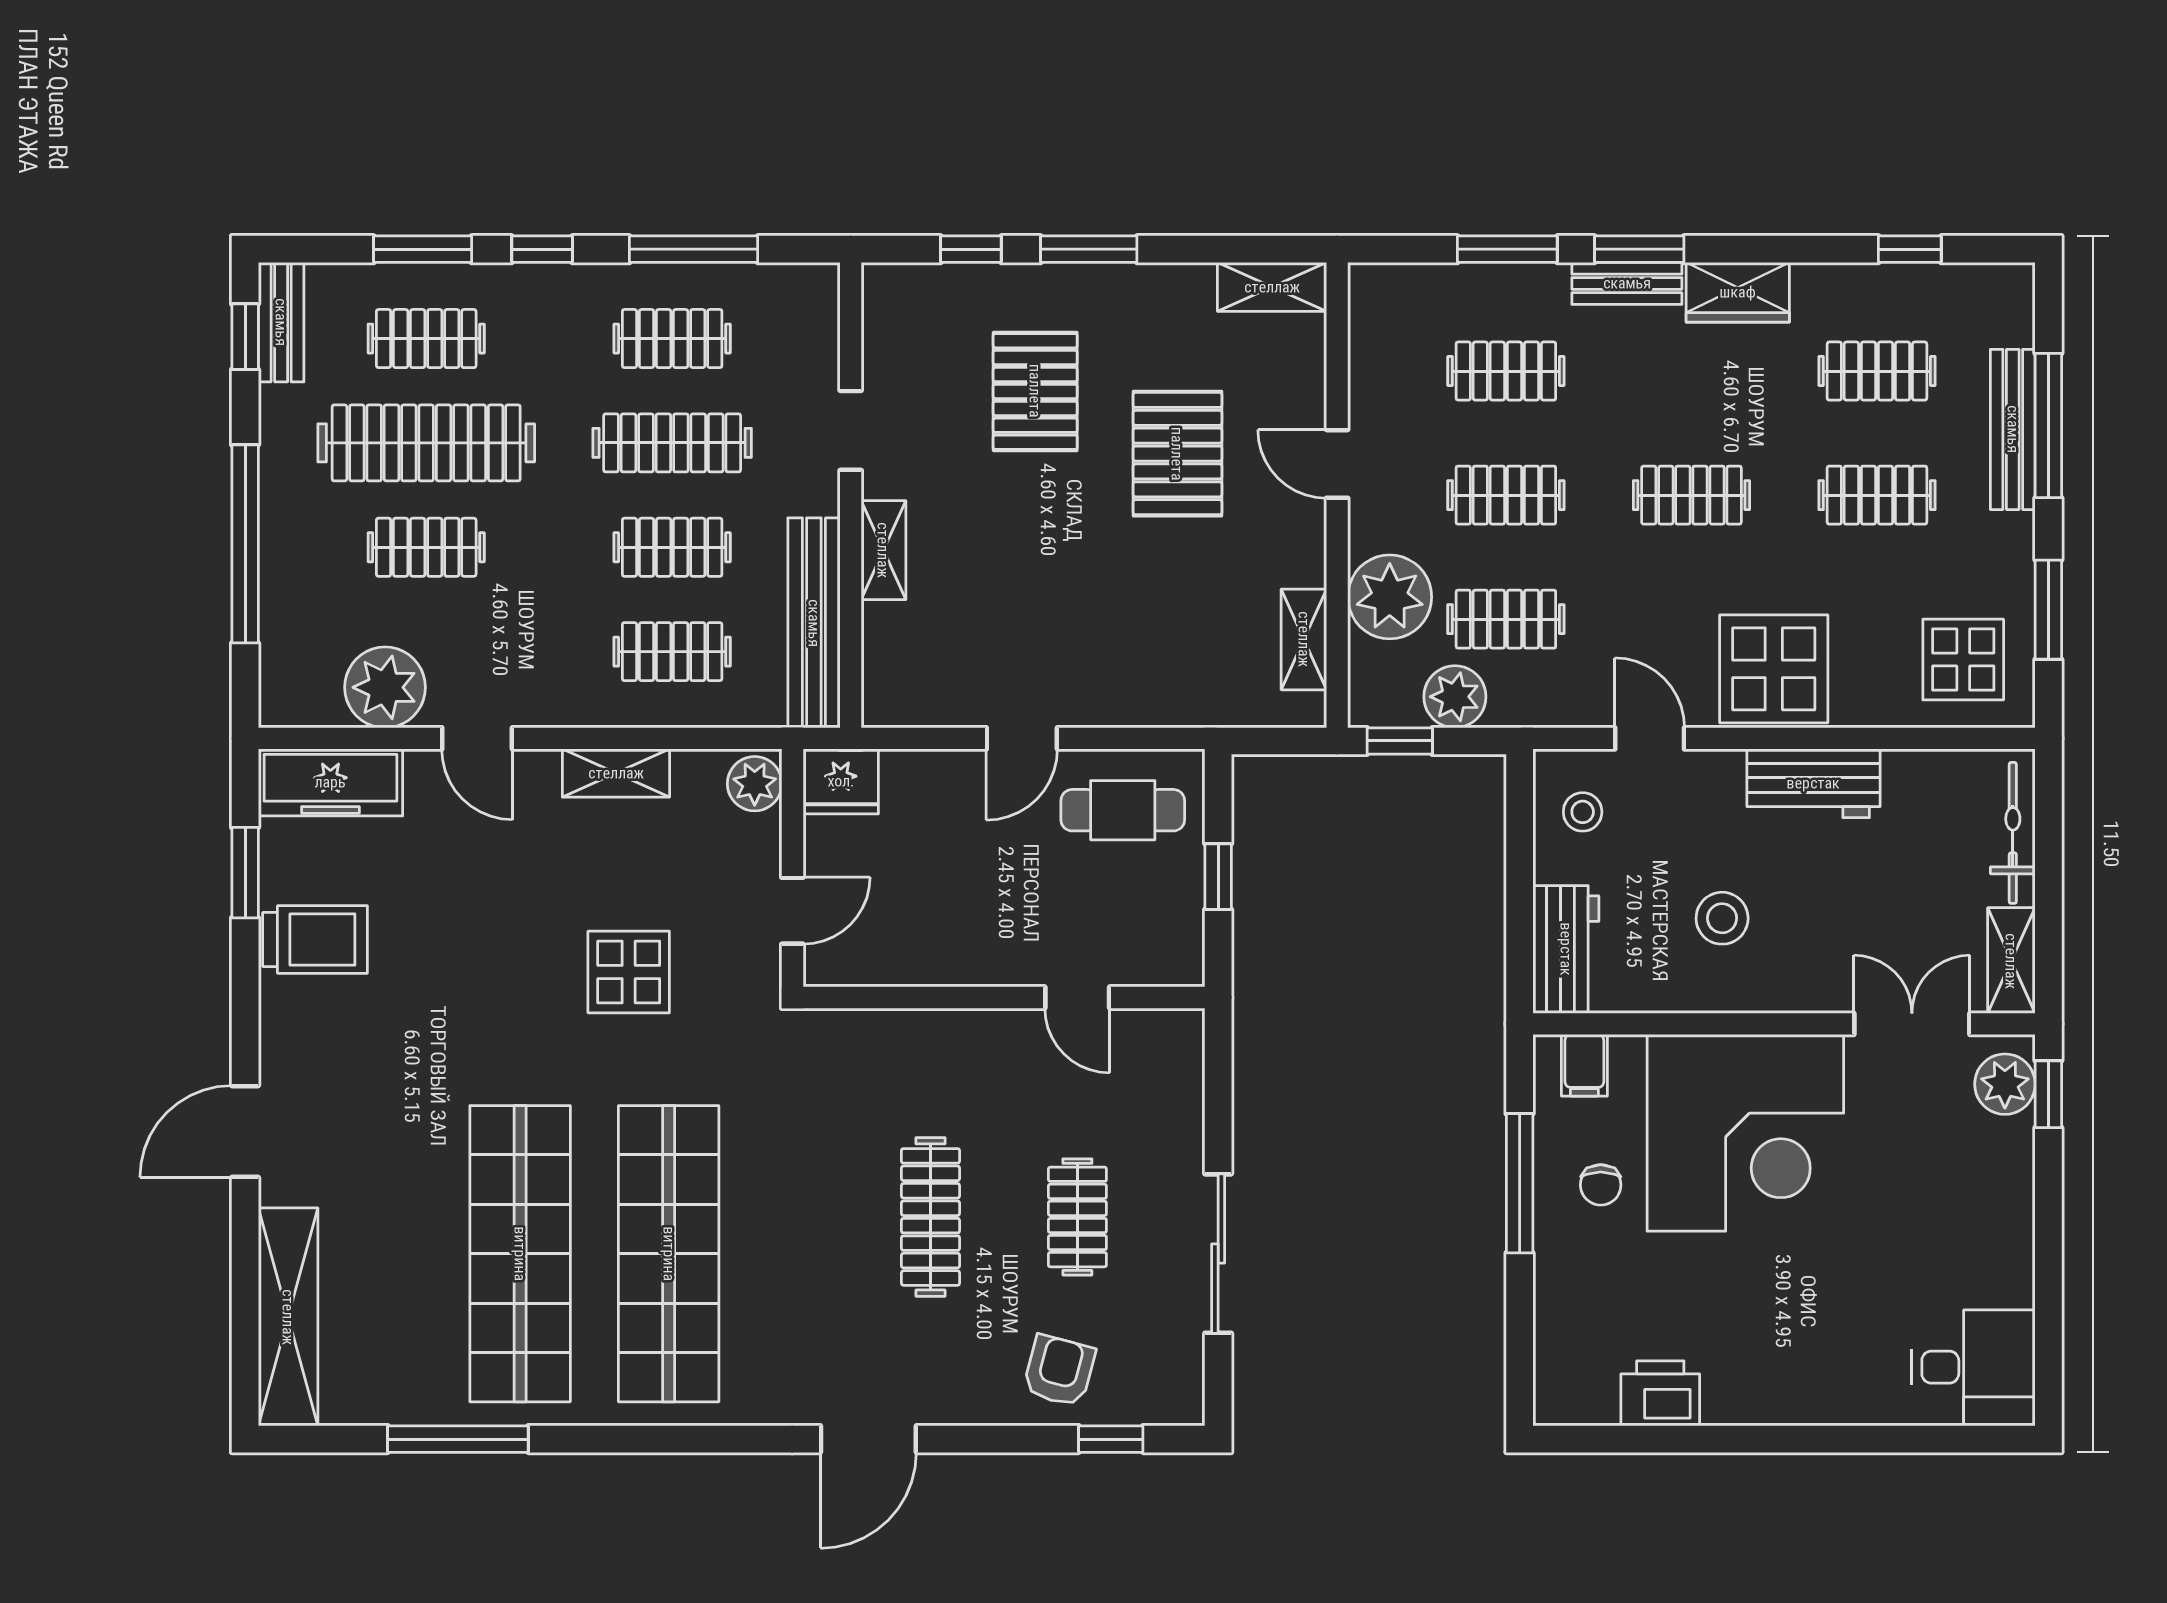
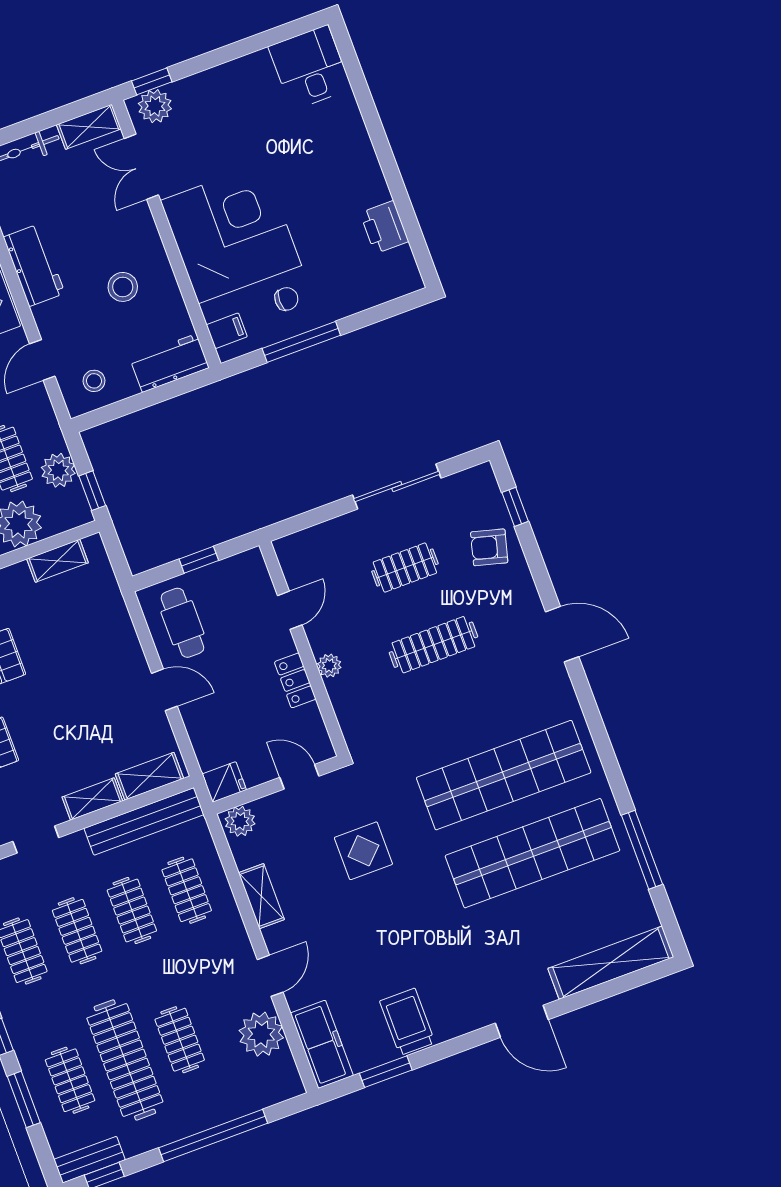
clothes rail: (672, 443) -> (77, 931), width x0.73
shelving: (886, 660) -> (149, 776), added
fridge: (841, 781) -> (224, 782), width x0.72
locker: (956, 963) -> (295, 680), added
plant: (960, 1029) -> (329, 666), added

